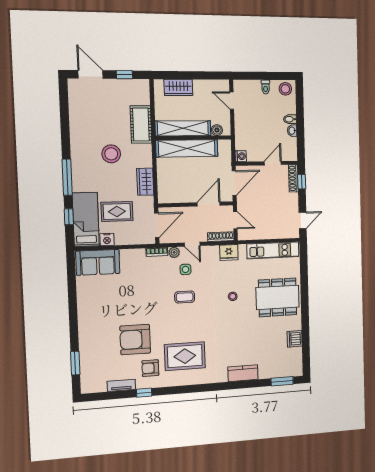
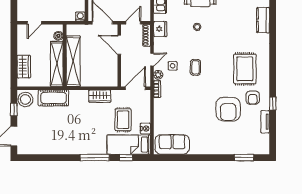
stool: (111, 154) -> (25, 99), moved
door: (157, 225) -> (135, 88), hinge flipped
sofa: (98, 262) -> (172, 144), moved, turned -90

